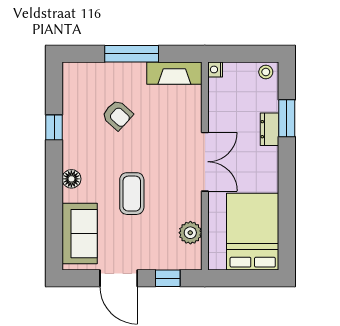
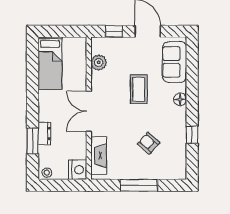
nightstand: (215, 69) -> (78, 170), width x1.89, depth x1.79
fireplace: (174, 73) -> (99, 156), moved, turned 90
bed: (253, 232) -> (50, 63), width x0.67

